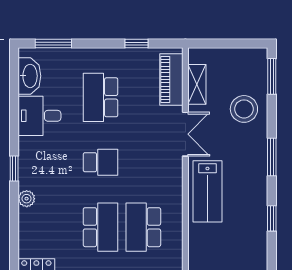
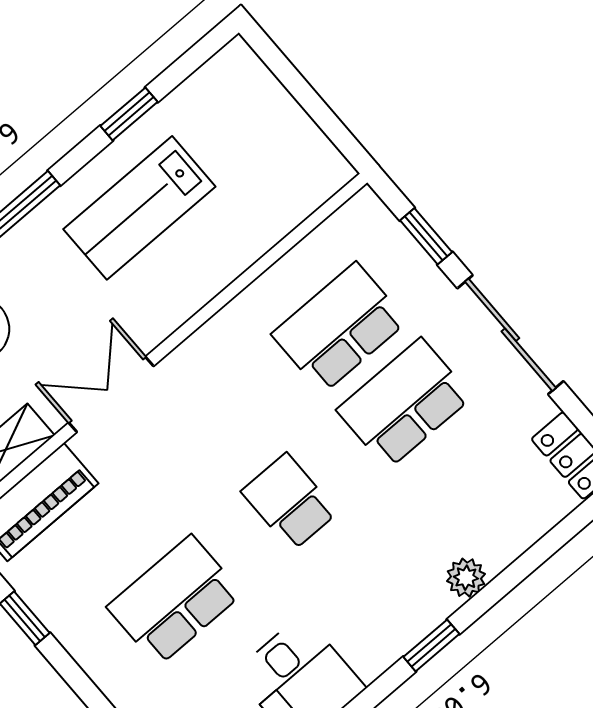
school desk: (101, 97) -> (174, 600), turned 180
lab bench: (207, 191) -> (139, 208), moved, turned 180
school desk: (143, 227) -> (339, 328), turned 180

